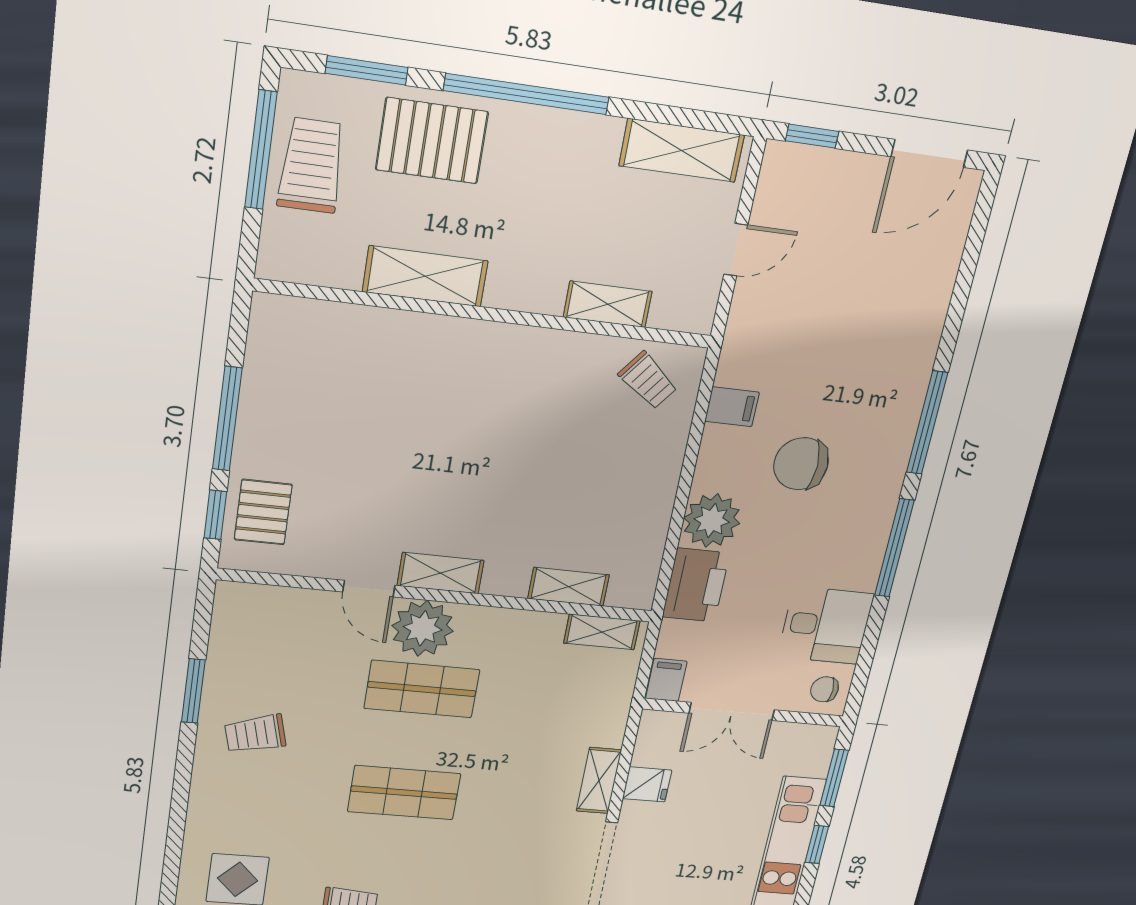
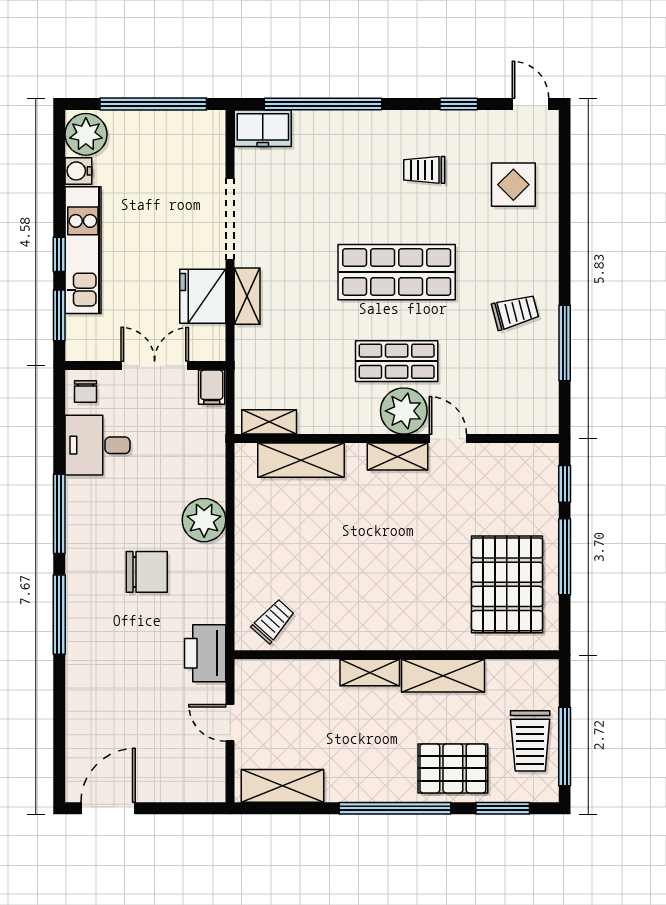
window: (812, 136) -> (194, 808), removed
door: (736, 250) -> (230, 723), hinge flipped
shelving: (608, 304) -> (370, 672), moved
trolley: (648, 380) -> (273, 621), turned 94
filing cabinet: (732, 407) -> (208, 609), removed
pallet: (263, 512) -> (507, 584), moved, width x2.05, depth x2.00
printer: (696, 585) -> (205, 653), moved
shelving: (569, 587) -> (301, 460), width x1.50, depth x1.33
chair: (825, 689) -> (85, 392), turned 90
window: (193, 691) -> (565, 343), width x1.44
fridge: (647, 784) -> (203, 296), width x1.88, depth x1.34
shop shelf: (404, 793) -> (397, 272), width x1.43, depth x1.36

